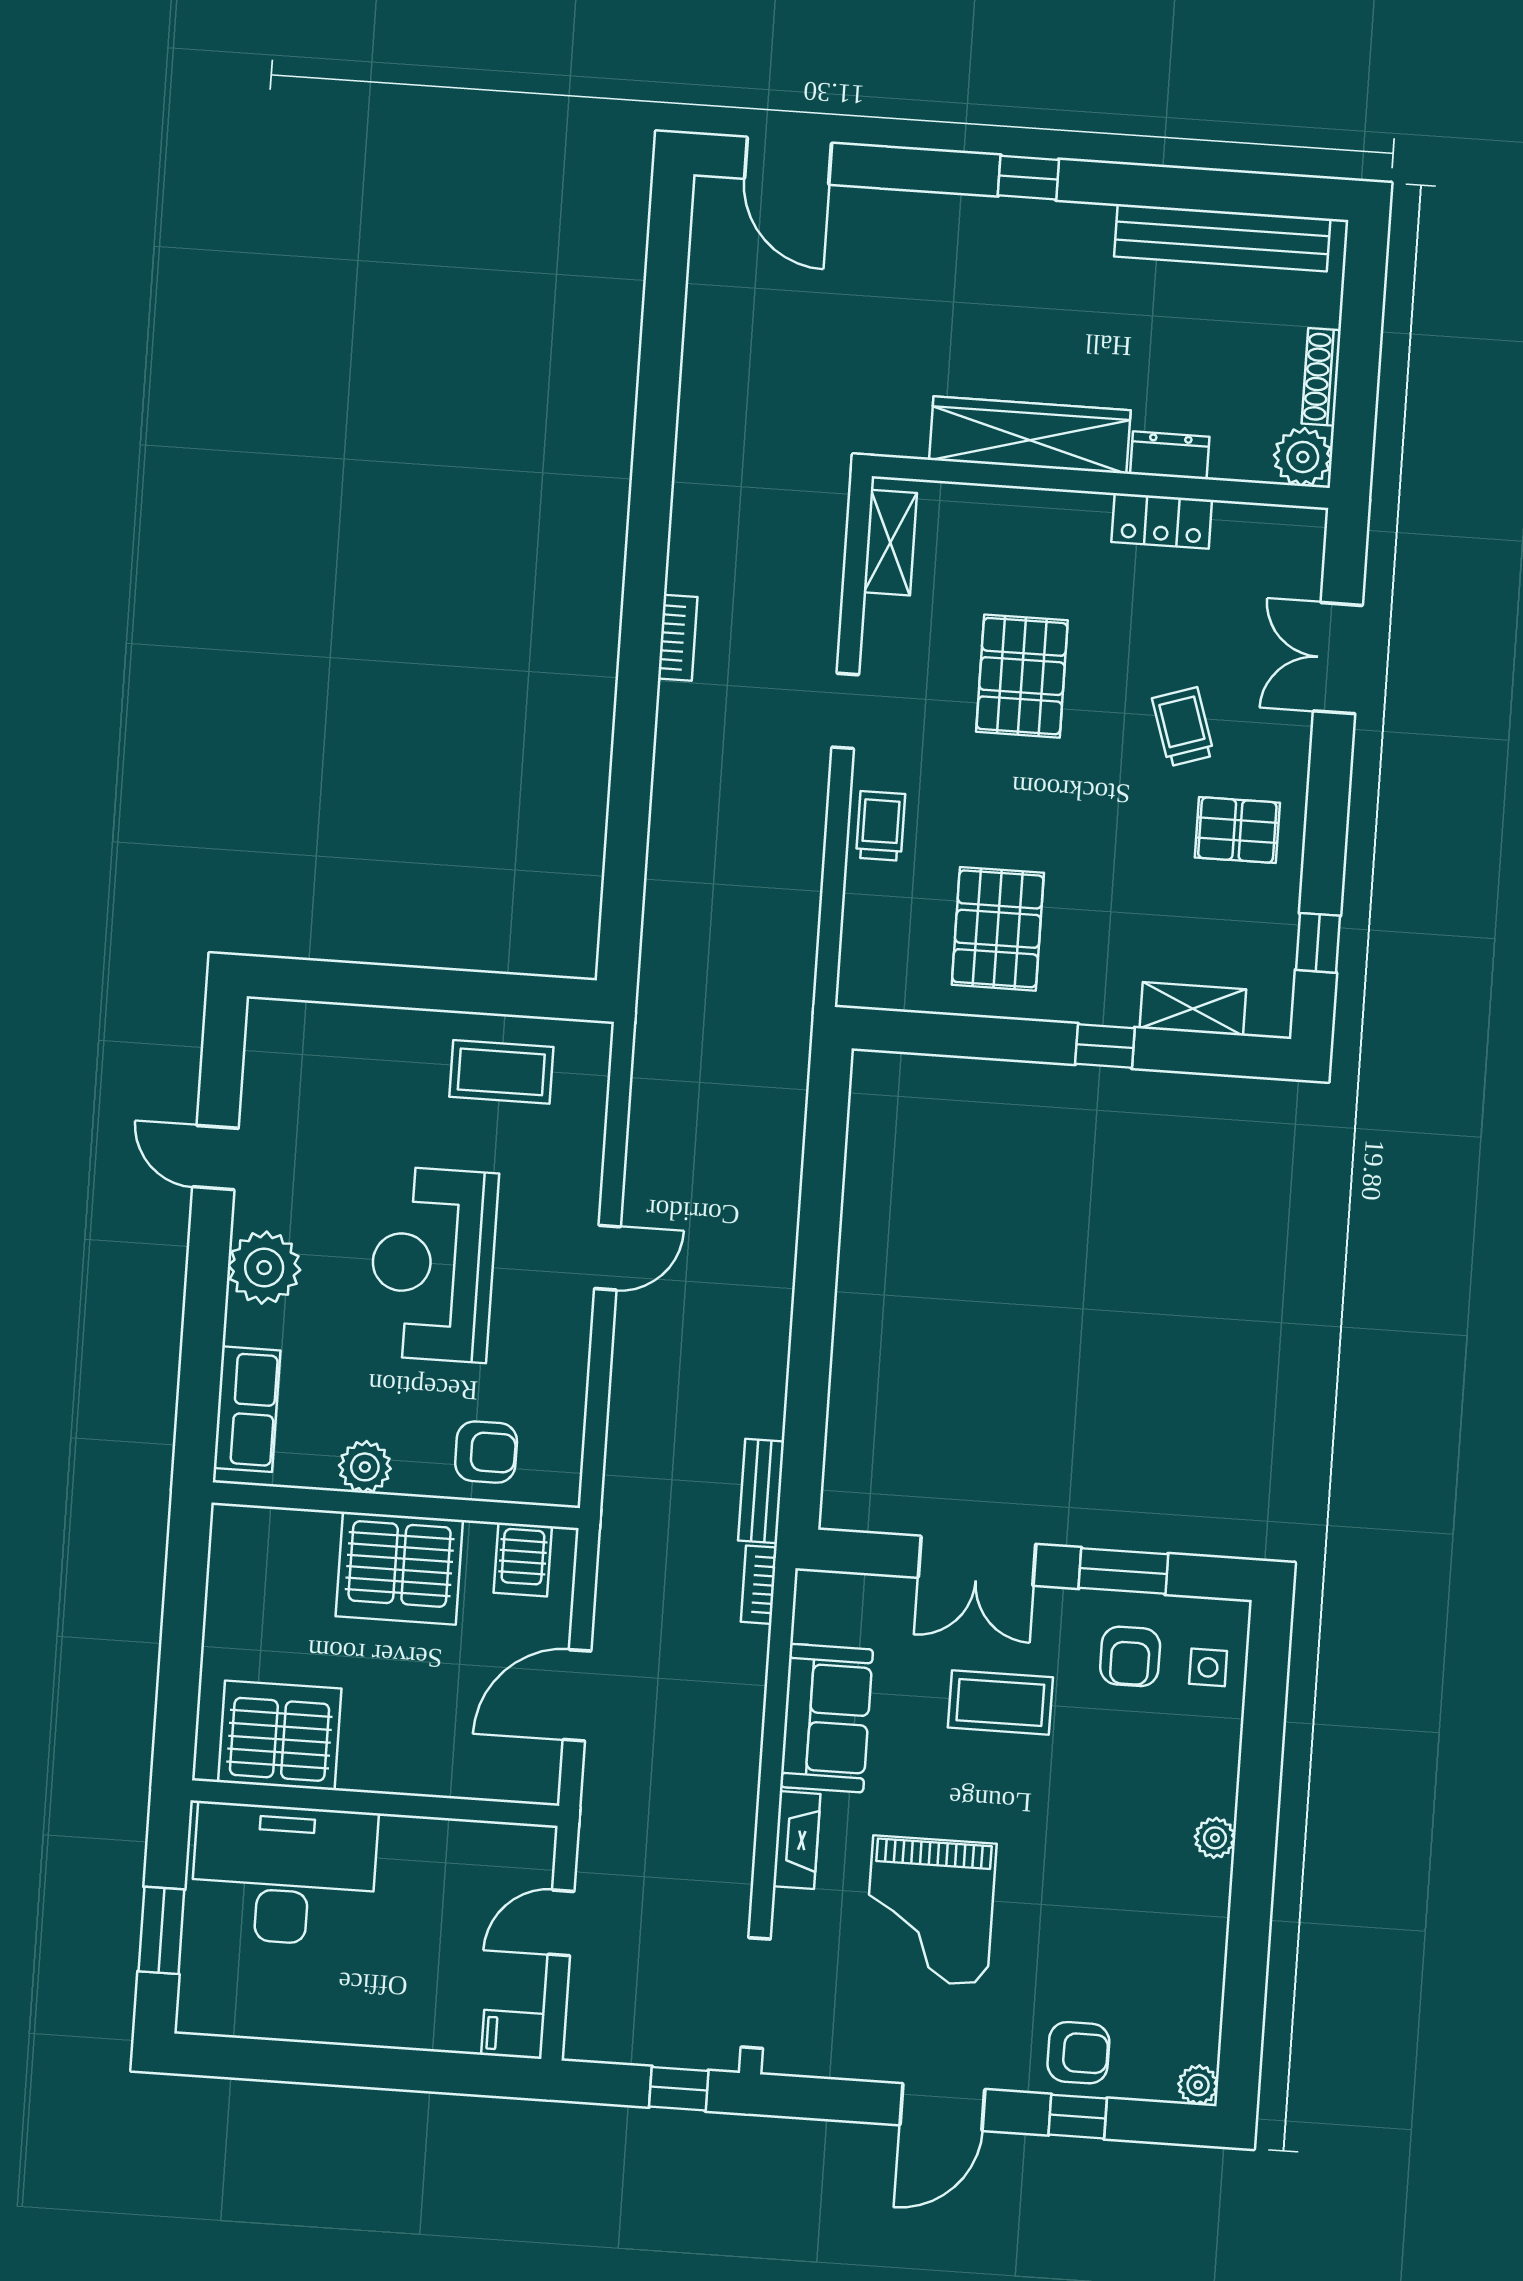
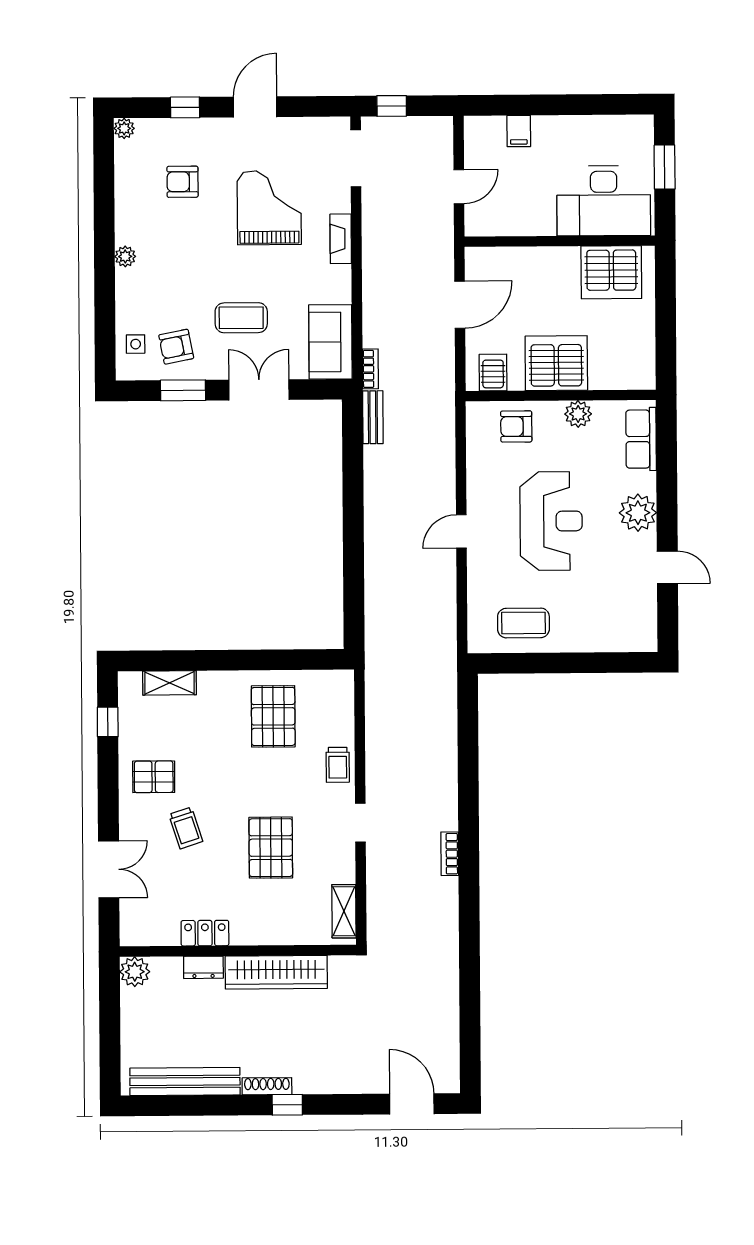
shoe rack: (1321, 377) -> (267, 1086), moved, turned -90
window: (1105, 1046) -> (213, 660), removed
armchair: (1130, 1656) -> (176, 347), turned -101
sofa: (827, 1718) -> (330, 342), moved
filing cabinet: (513, 2034) -> (519, 131), moved, turned 90
armchair: (1078, 2053) -> (183, 182), moved

